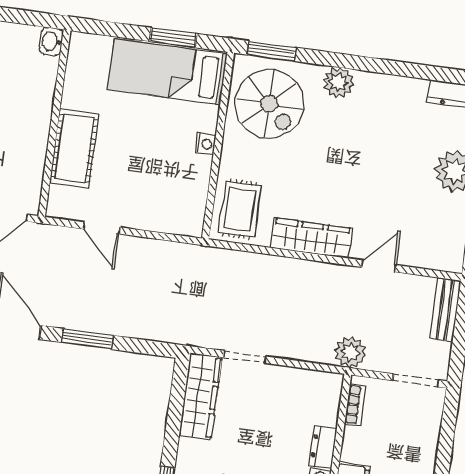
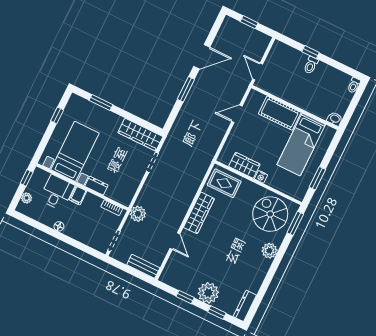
bed: (167, 72) -> (301, 144), moved, turned 180
spiral stairs: (269, 104) -> (270, 214), turned 90
wardrobe: (194, 182) -> (244, 165), added

